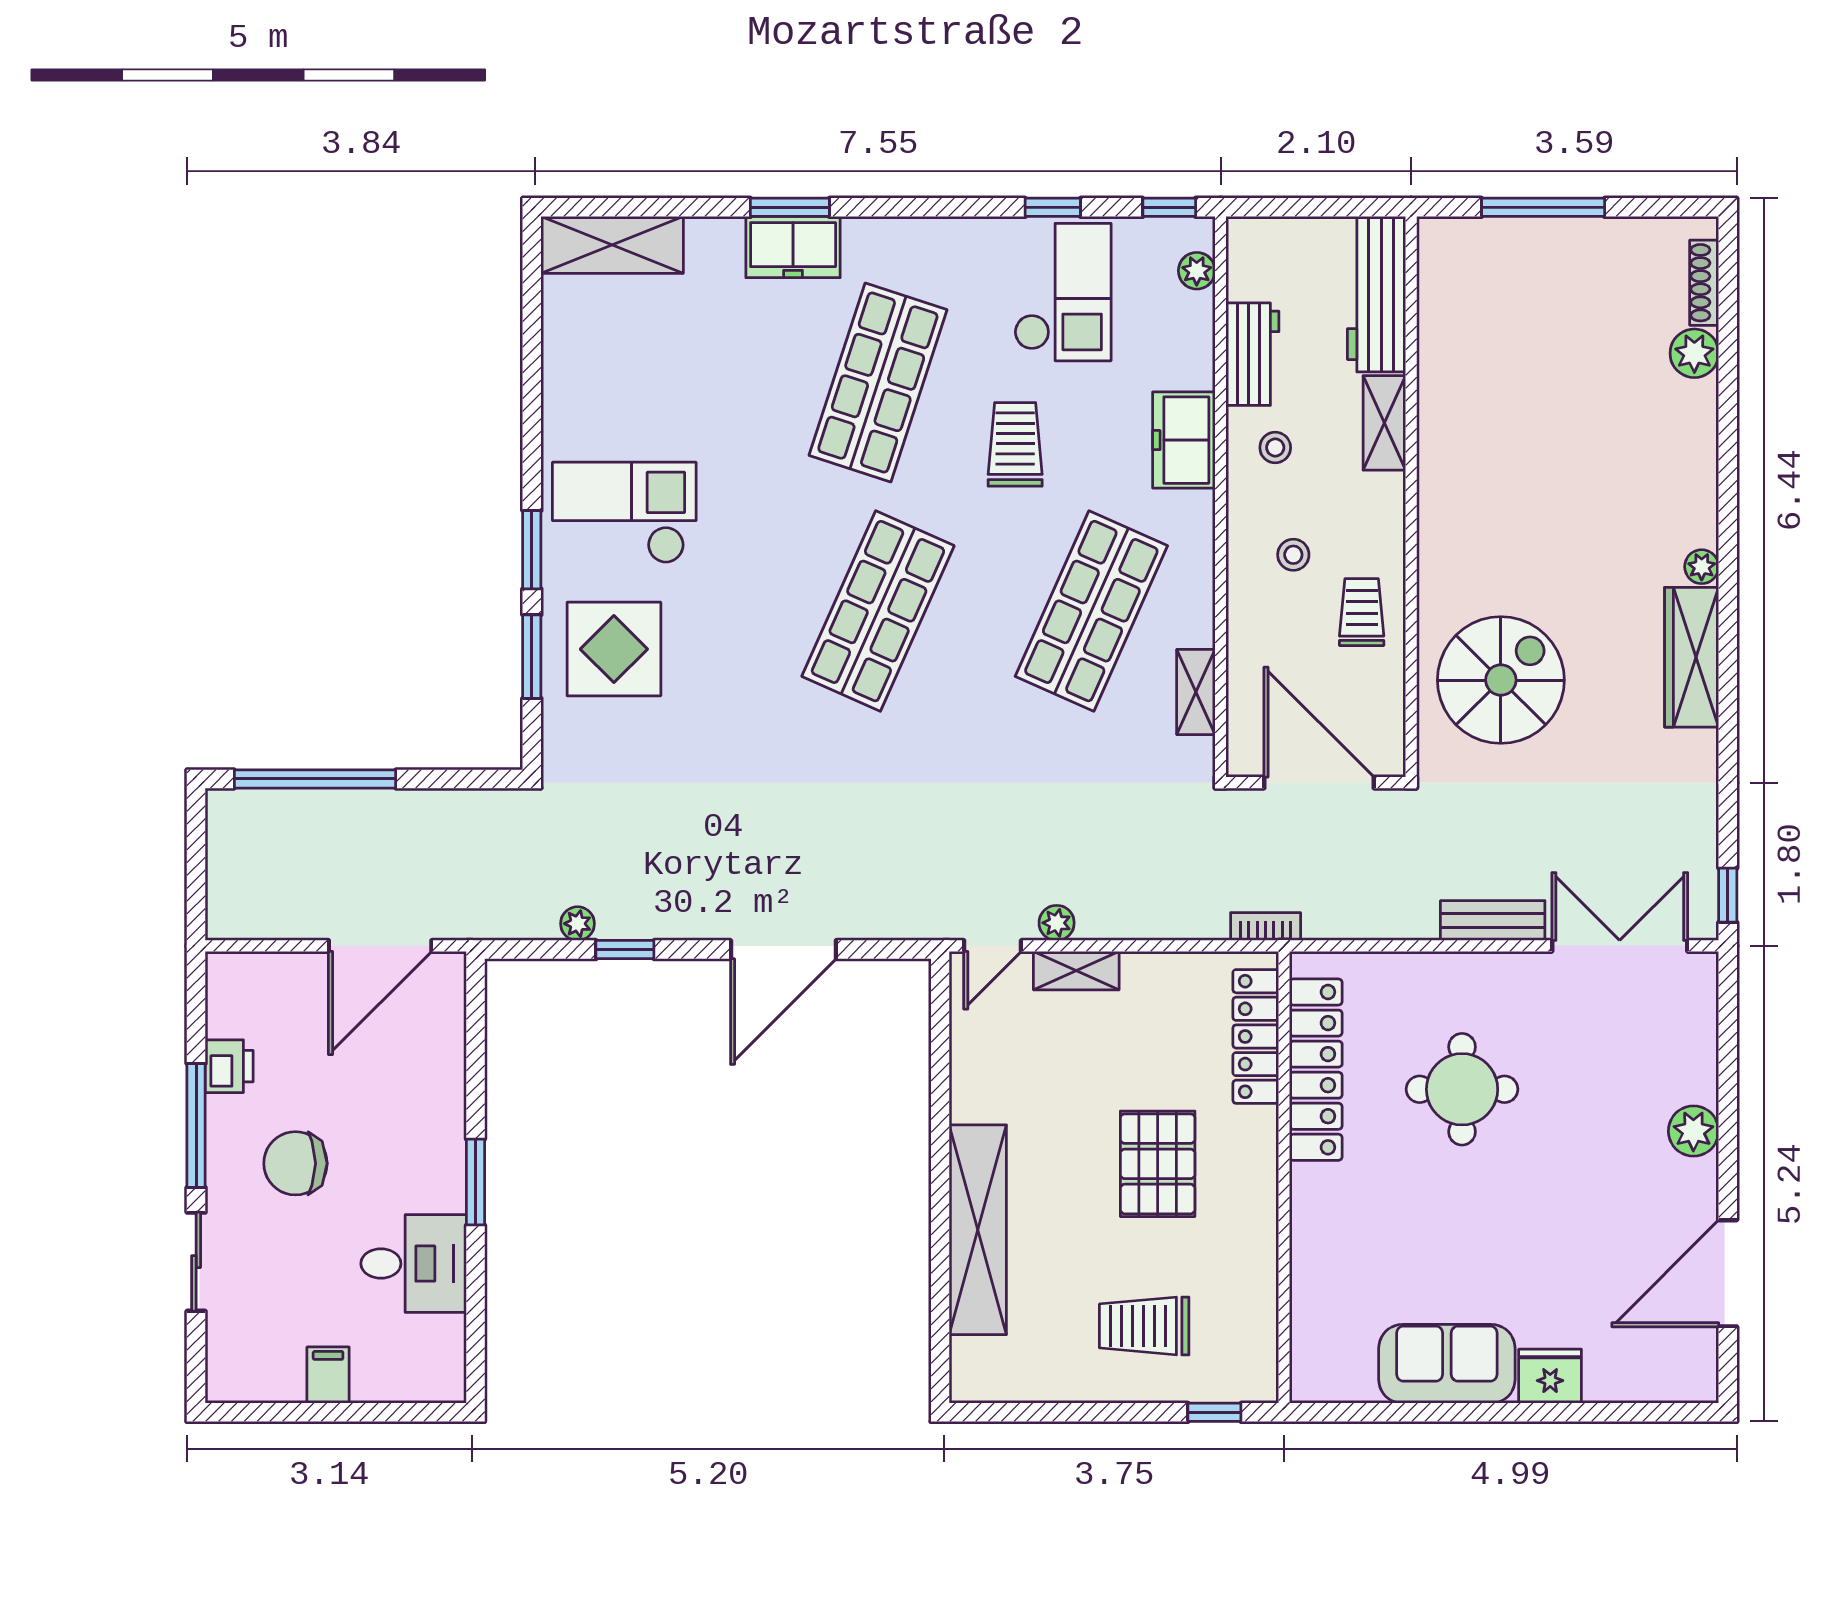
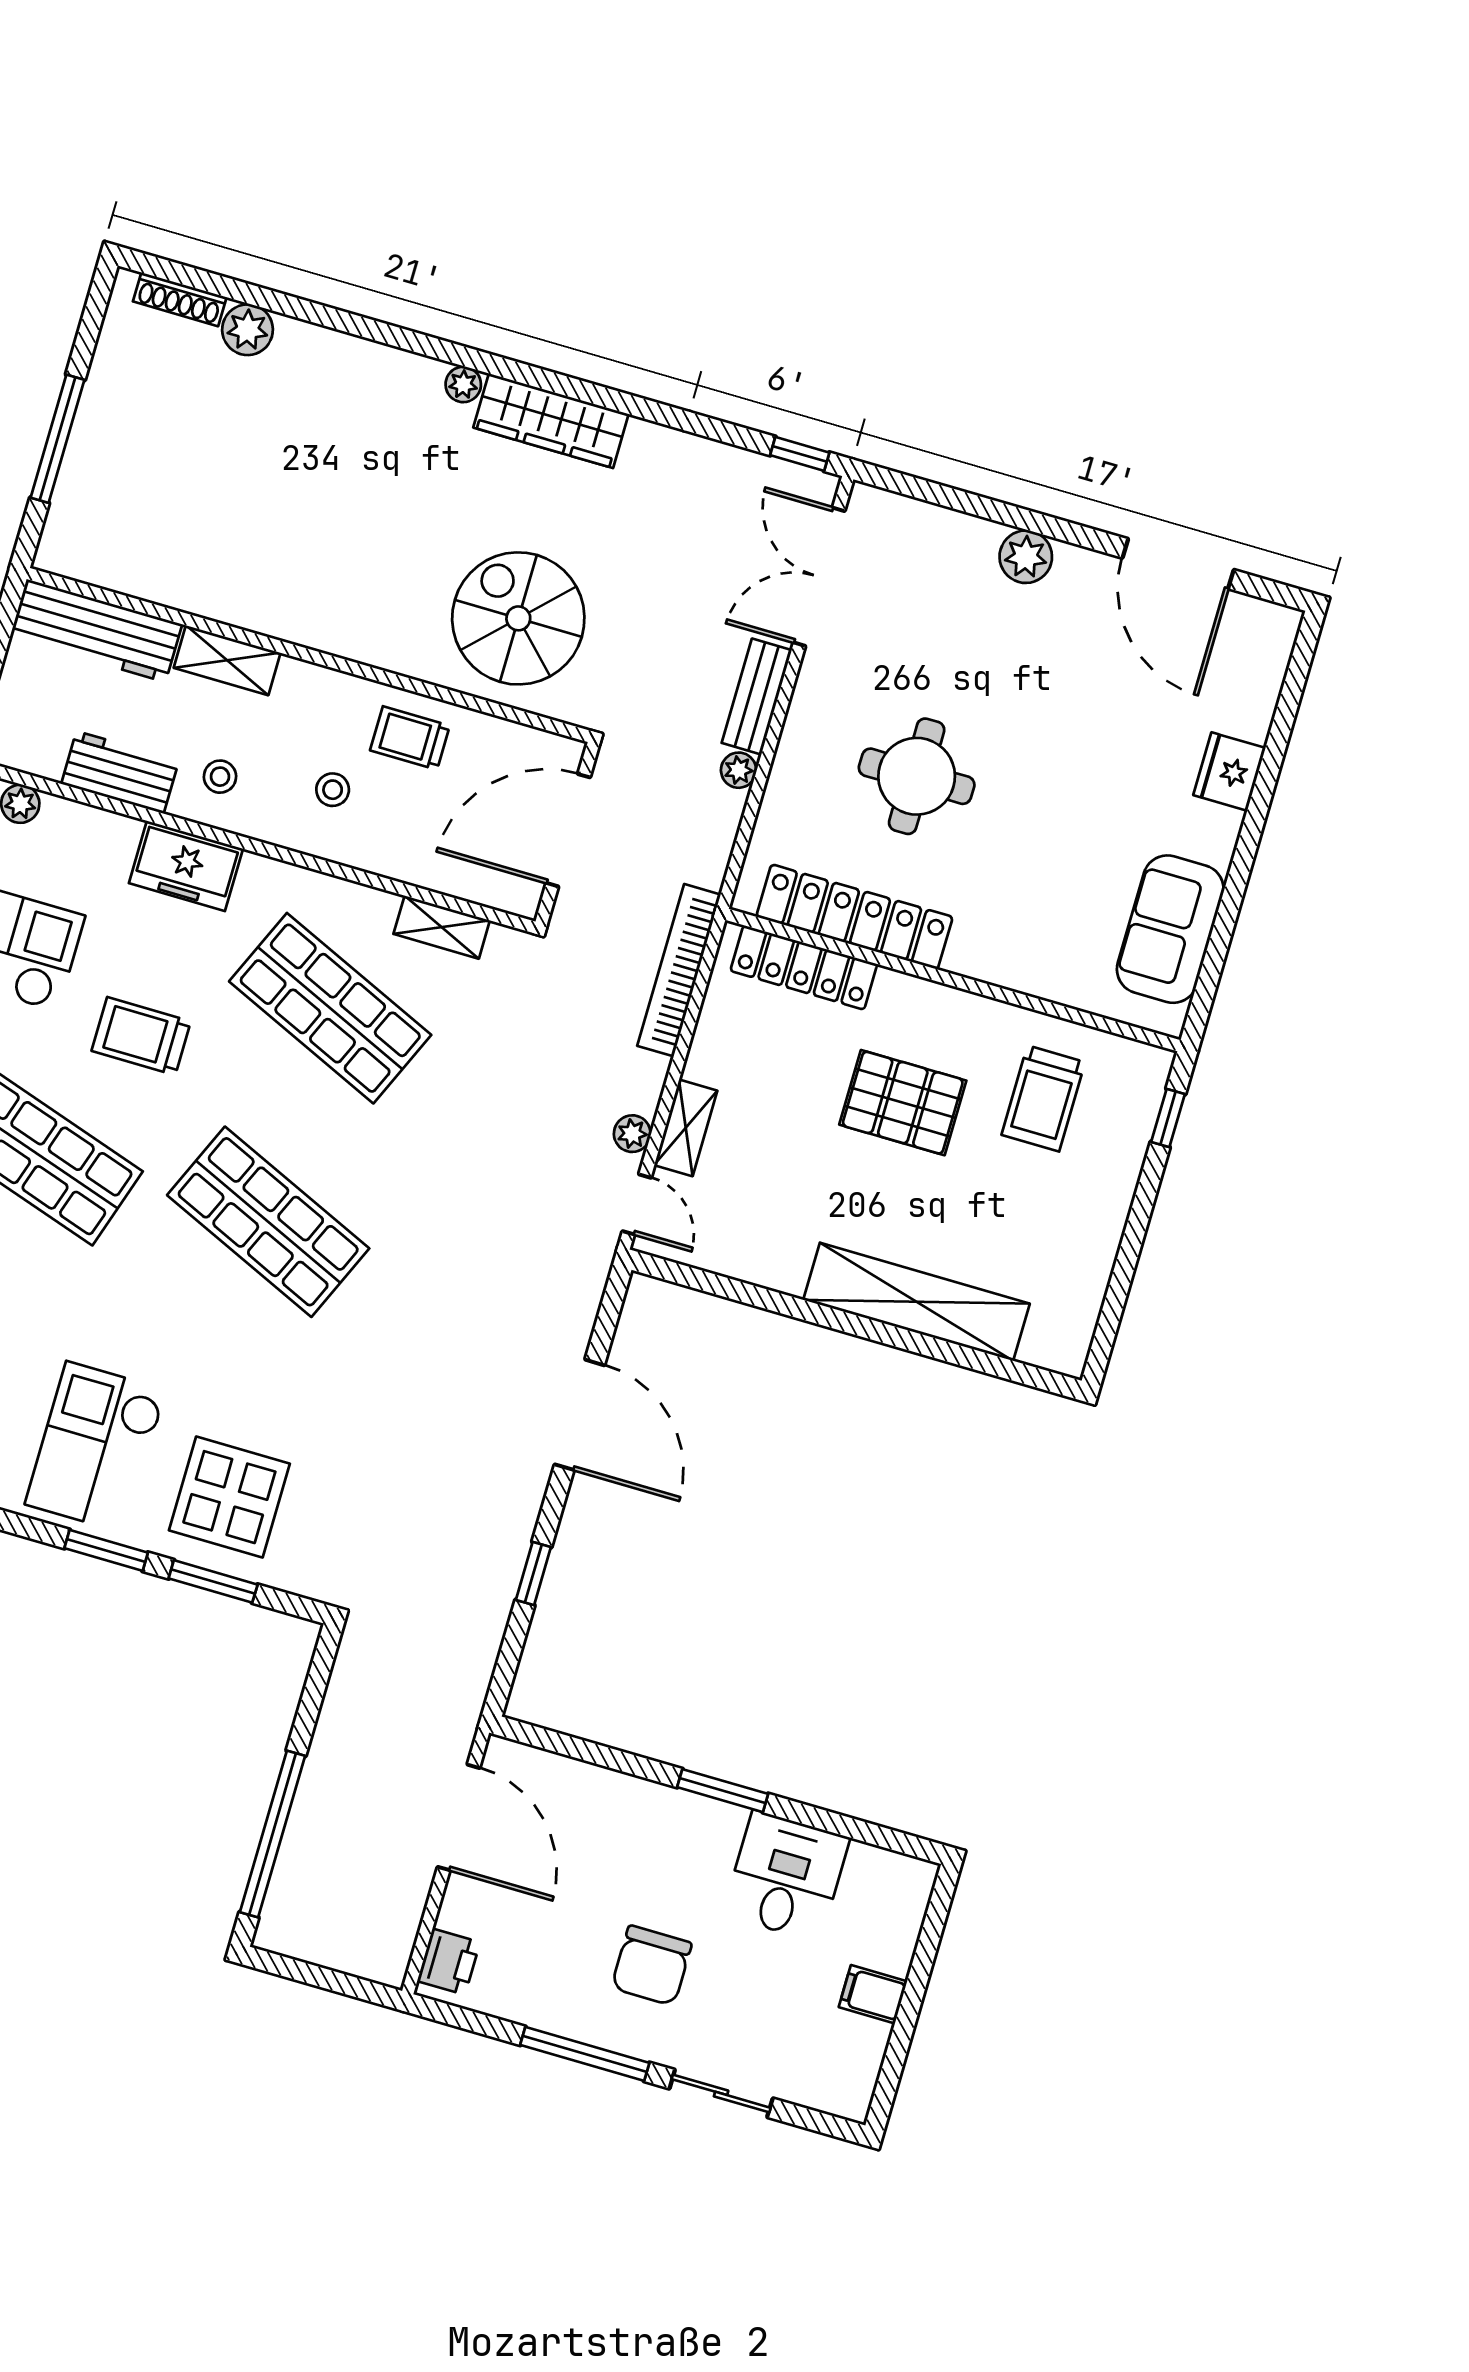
plant: (578, 924) -> (739, 770), moved
bookcase: (1266, 926) -> (679, 970), width x2.31, depth x1.31
printer: (229, 1066) -> (449, 1962), moved, turned 90
trolley: (1144, 1326) -> (1043, 1098), moved
sofa: (1447, 1364) -> (1170, 929), moved

